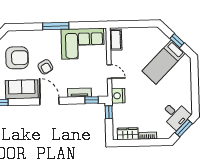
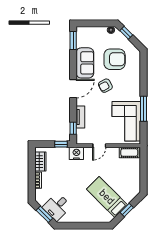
window: (56, 26) -> (144, 109), moved
armchair: (17, 58) -> (115, 59), turned -90

